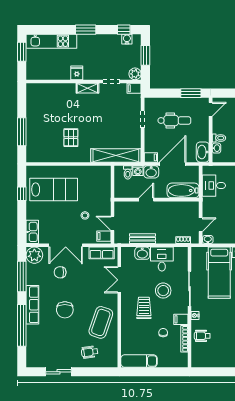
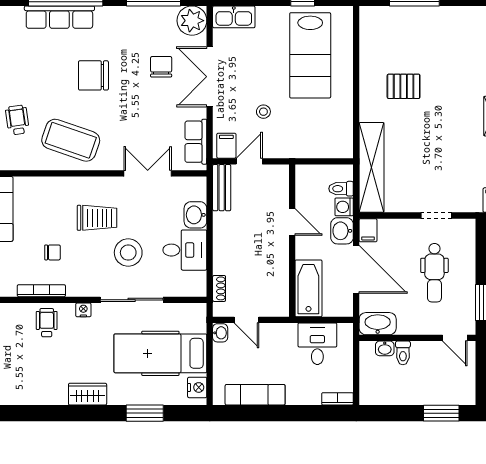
bench: (143, 239) -> (222, 188), moved
row of seats: (32, 305) -> (59, 17), moved
filing cabinet: (181, 319) -> (76, 284), removed

